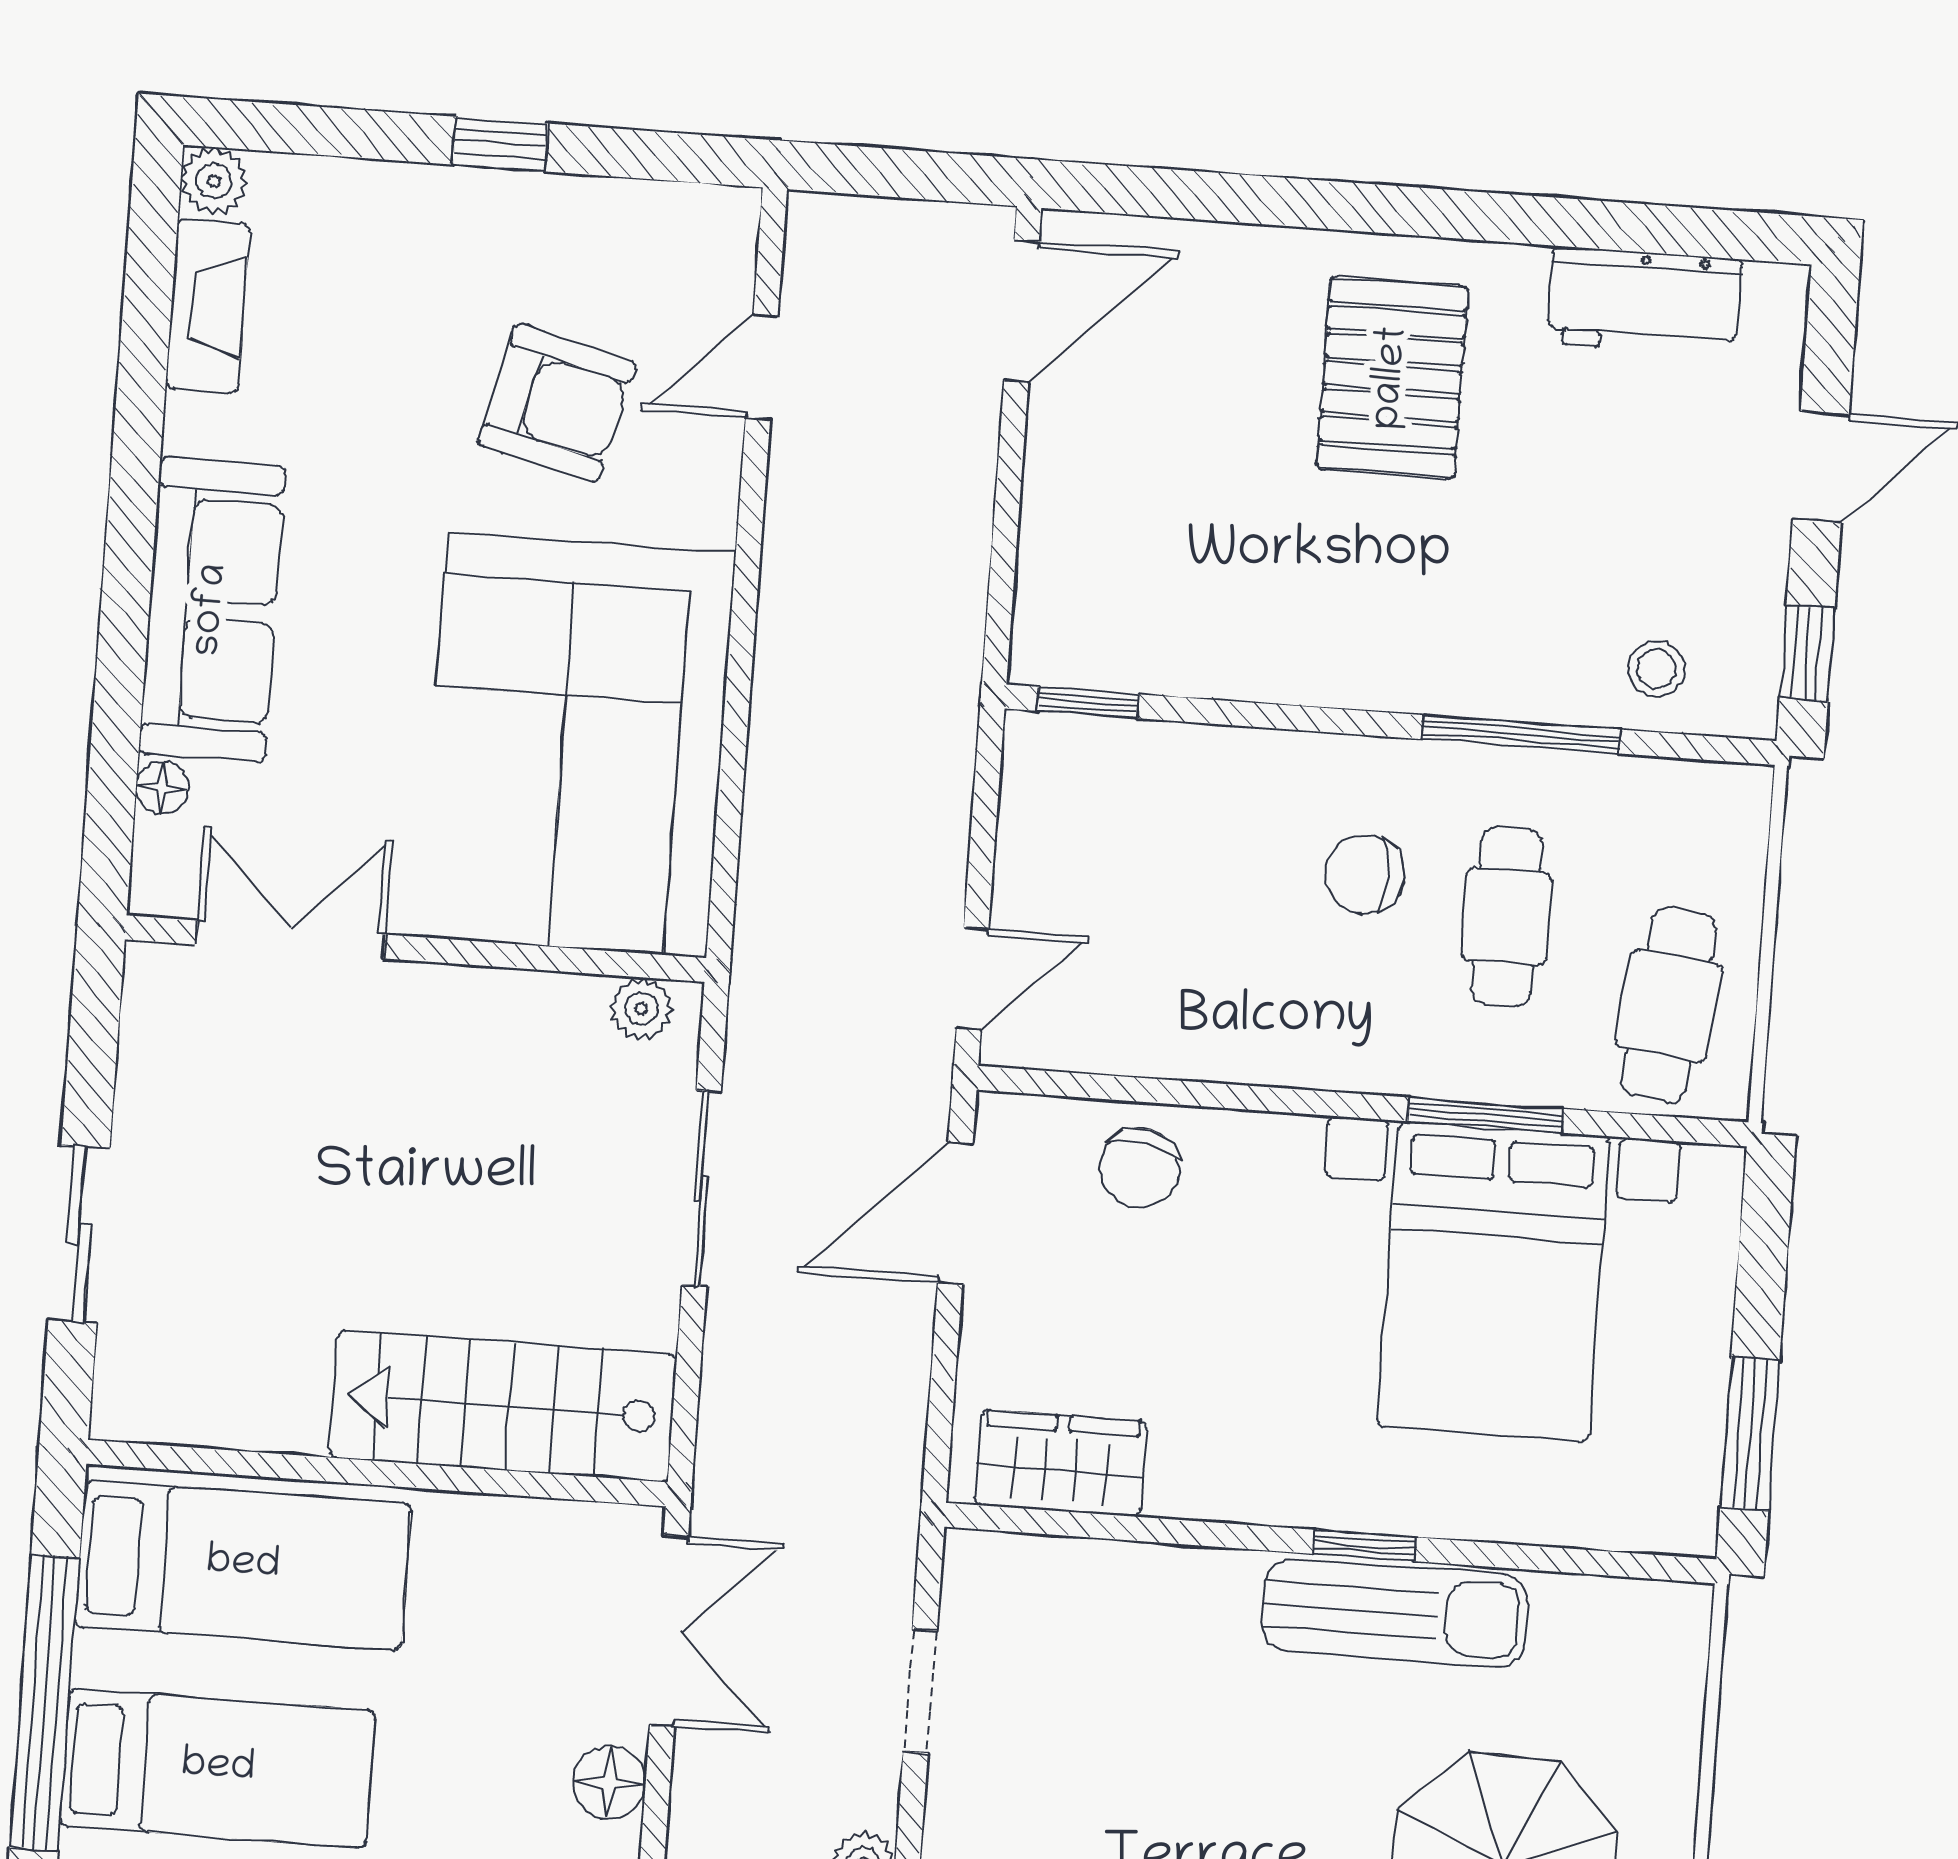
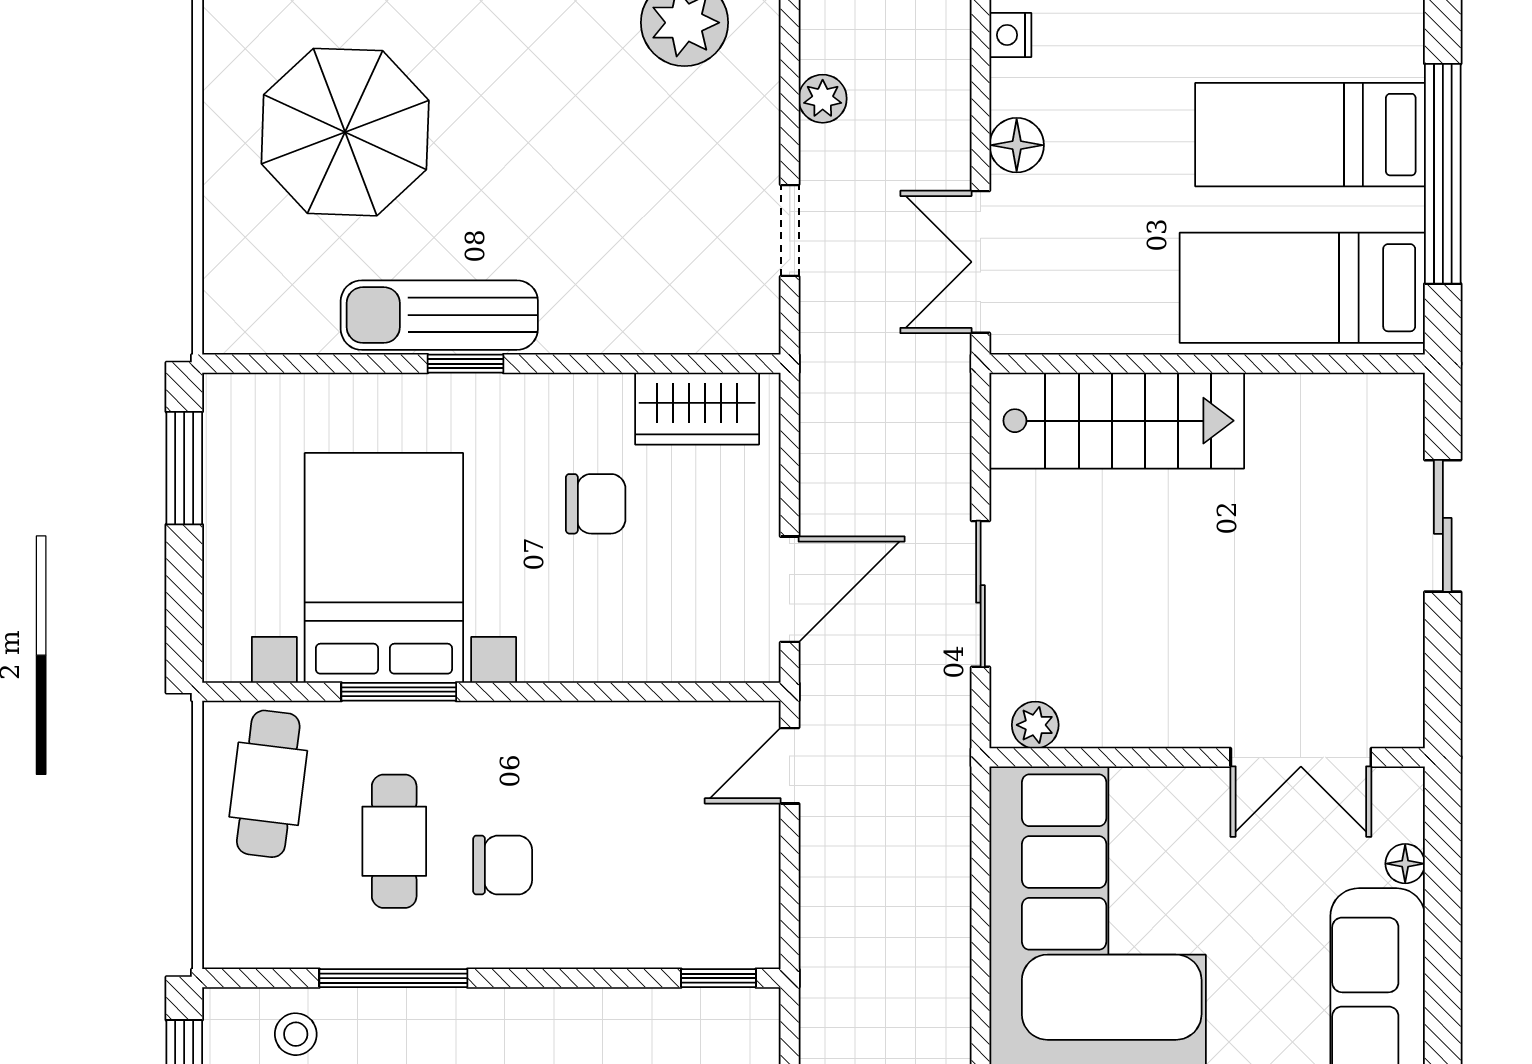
chair: (1140, 1168) -> (596, 504), moved, turned 79

